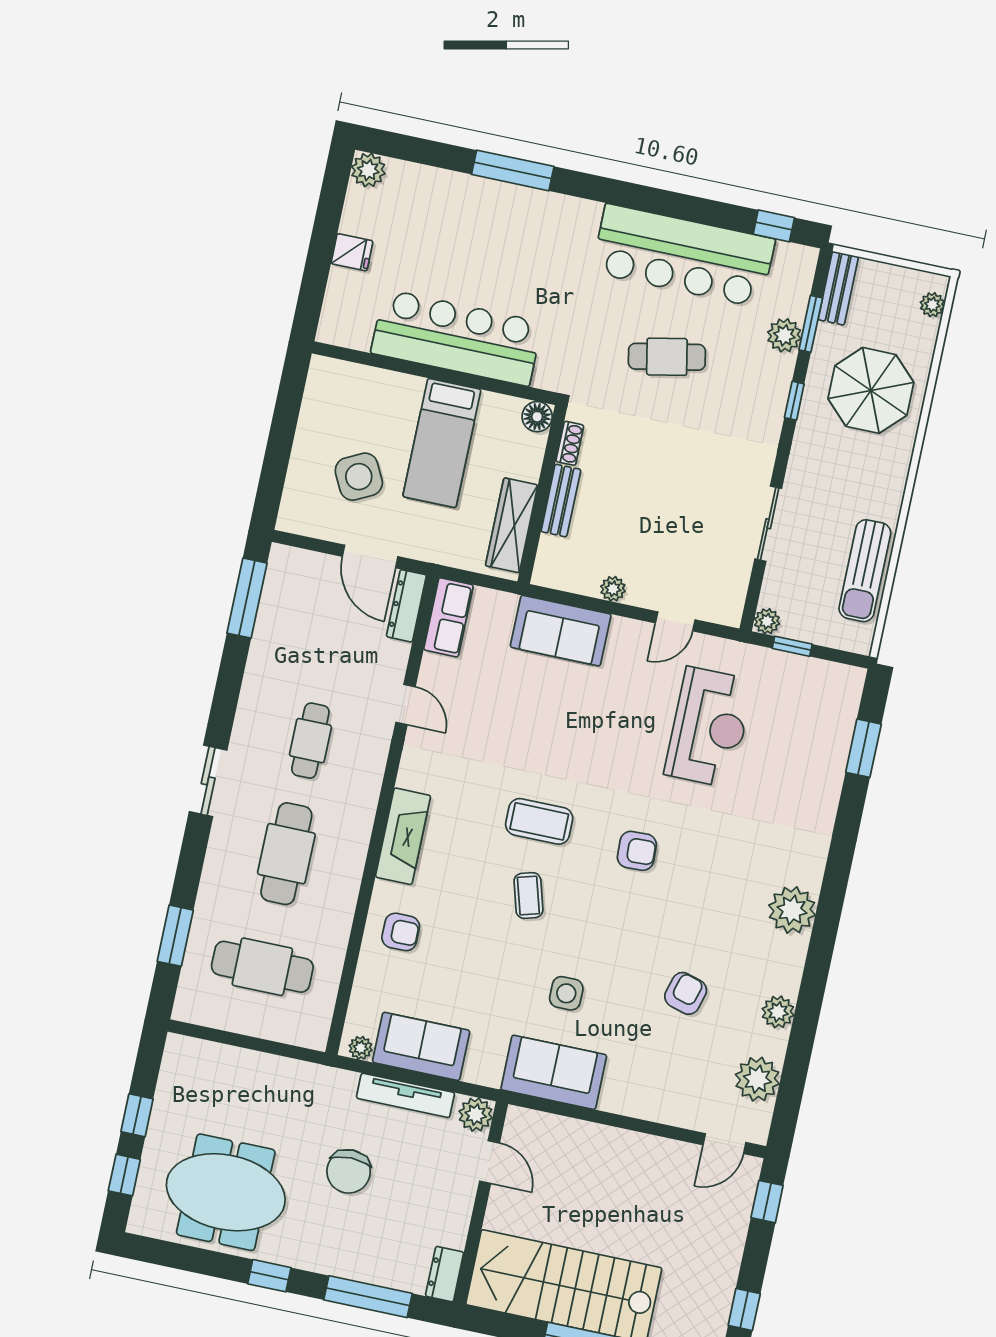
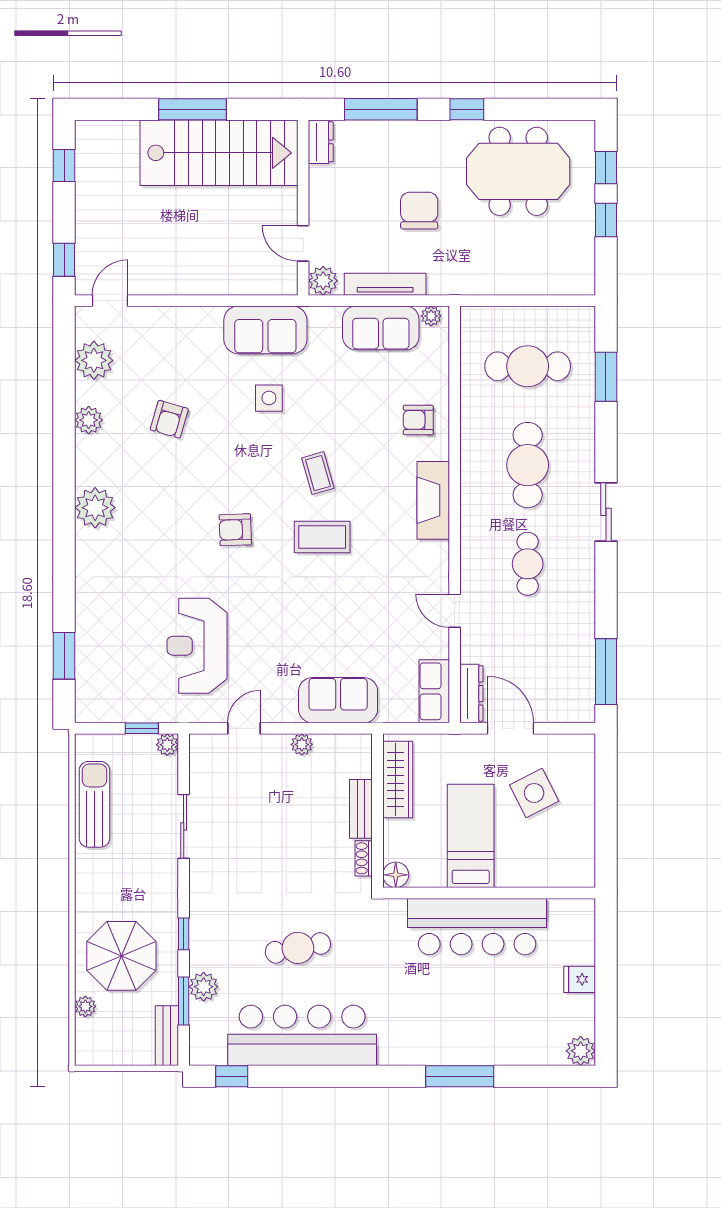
plant: (932, 305) -> (85, 1006), moved

